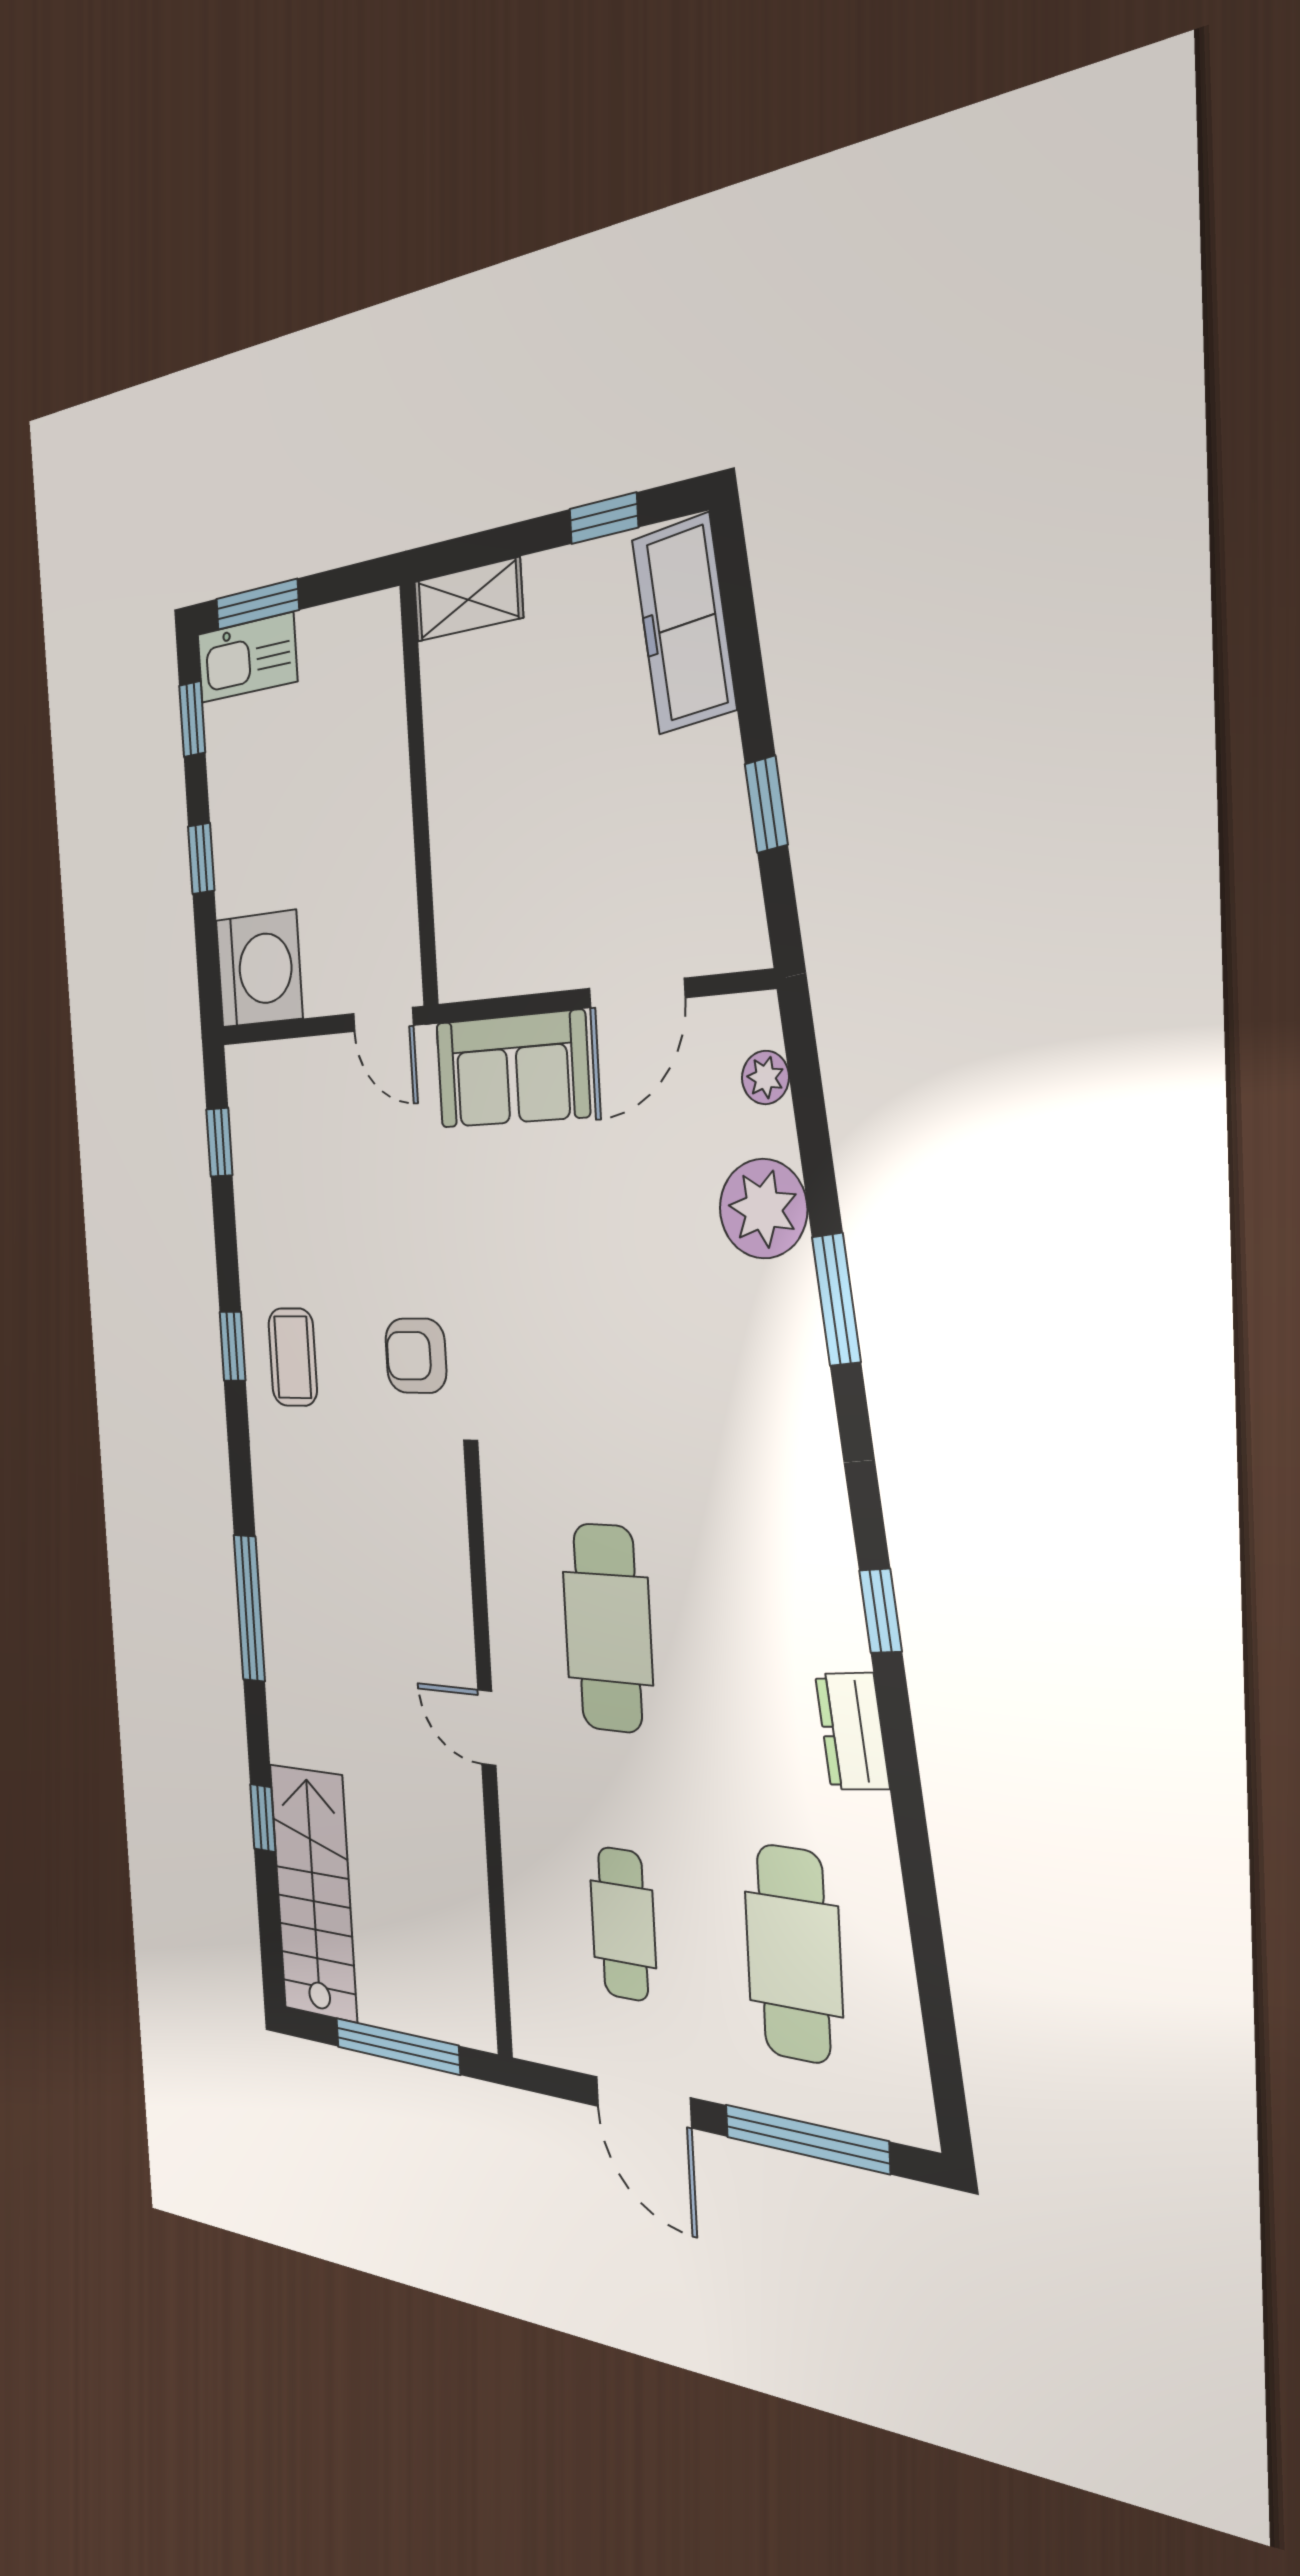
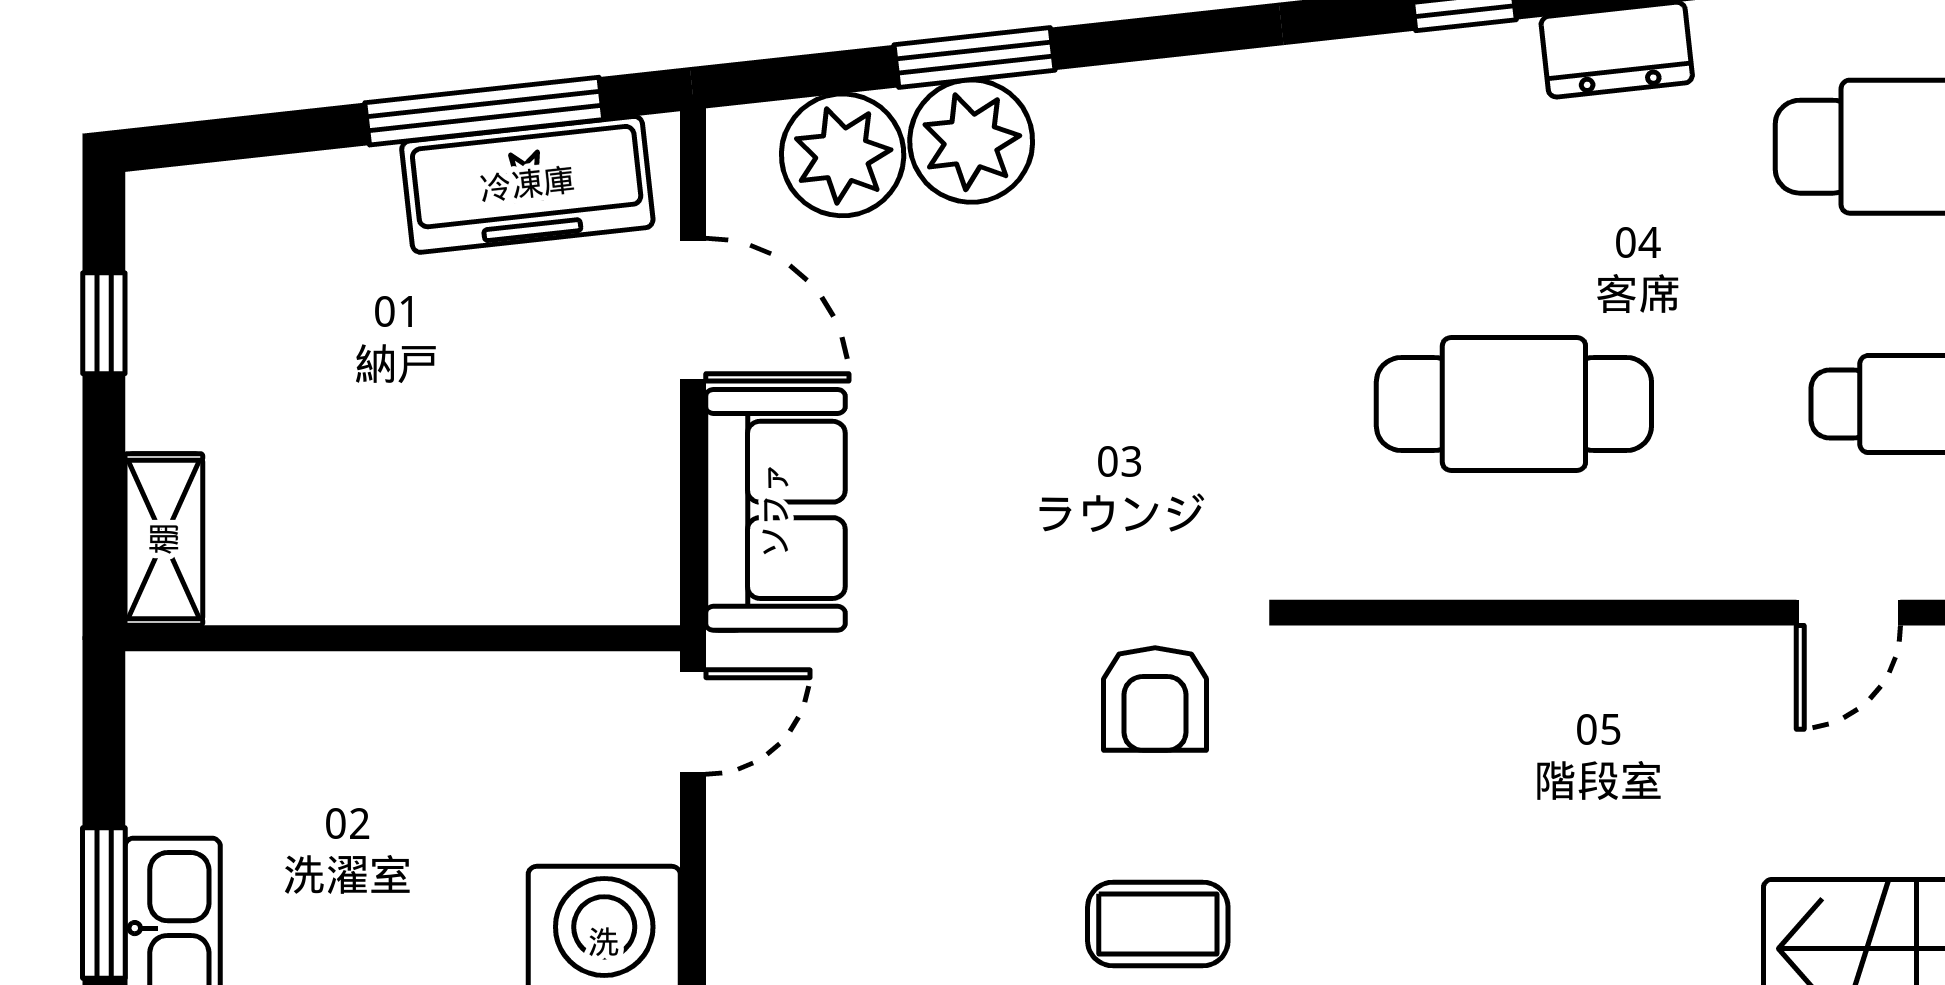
freezer: (684, 624) -> (527, 184), moved
window: (766, 804) -> (484, 111), width x2.17
plant: (765, 1077) -> (843, 155), width x1.88, depth x1.88
window: (836, 1299) -> (975, 57), moved
door: (487, 1728) -> (1848, 613), moved

